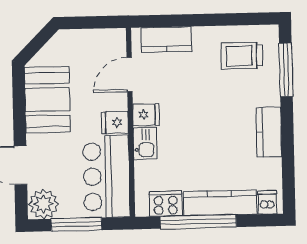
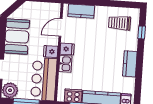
window: (286, 70) -> (142, 32), width x0.46

